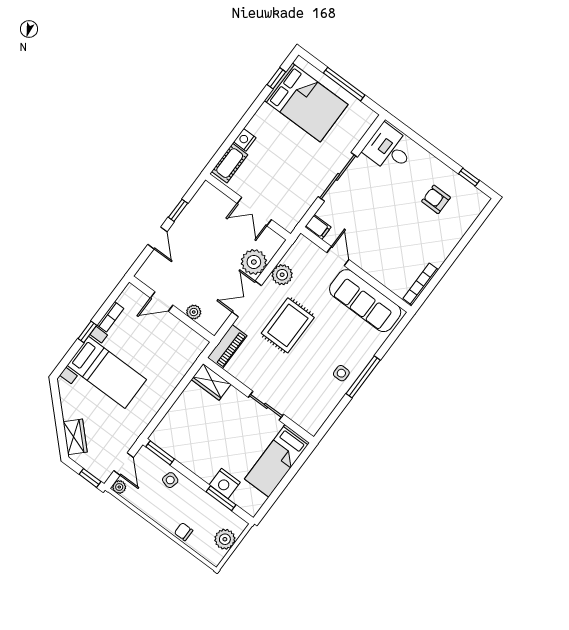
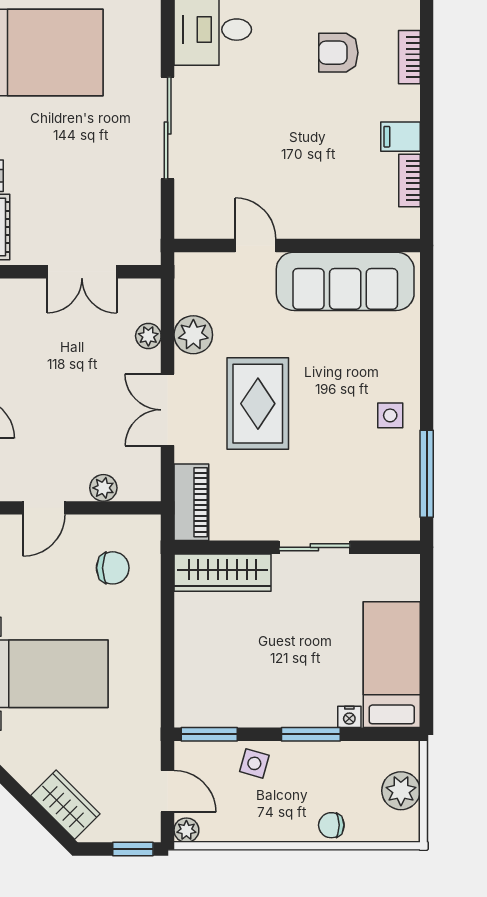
bookcase: (465, 224) -> (409, 57), added
filing cabinet: (318, 227) -> (400, 137), moved, turned 180
plant: (254, 262) -> (148, 336), width x0.53, depth x0.53
bookcase: (421, 284) -> (410, 180), width x0.64
chair: (172, 350) -> (113, 568), added
window: (363, 377) -> (427, 474), moved
wardrobe: (211, 382) -> (223, 573), width x1.50
bed: (277, 461) -> (392, 665), moved, turned 180
nightstand: (225, 484) -> (349, 717), width x0.53, depth x0.56
window: (221, 498) -> (311, 734), moved

